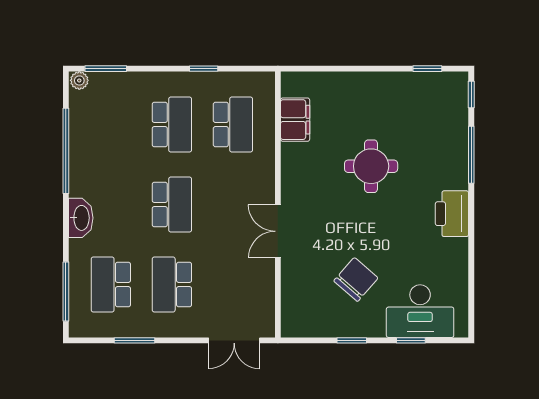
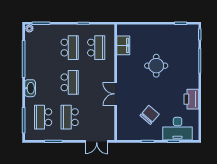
printer: (452, 214) -> (191, 99), moved

